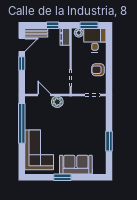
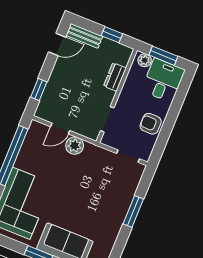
dresser: (65, 37) -> (115, 77), moved
window: (22, 64) -> (39, 90), moved
door: (44, 95) -> (60, 129), swing flipped
window: (109, 141) -> (133, 211), moved

